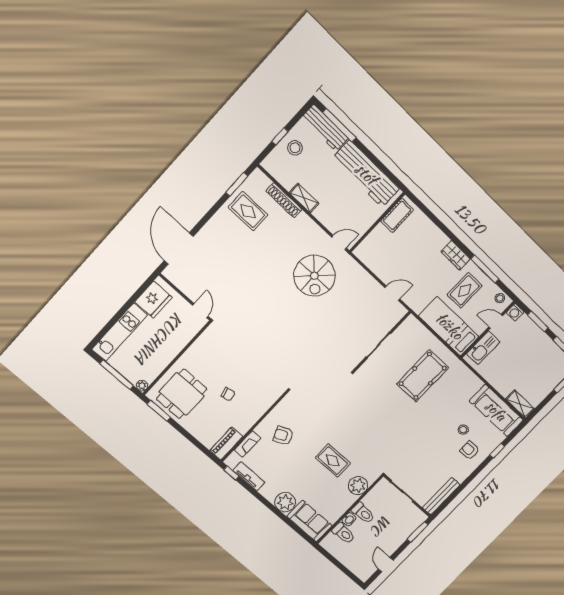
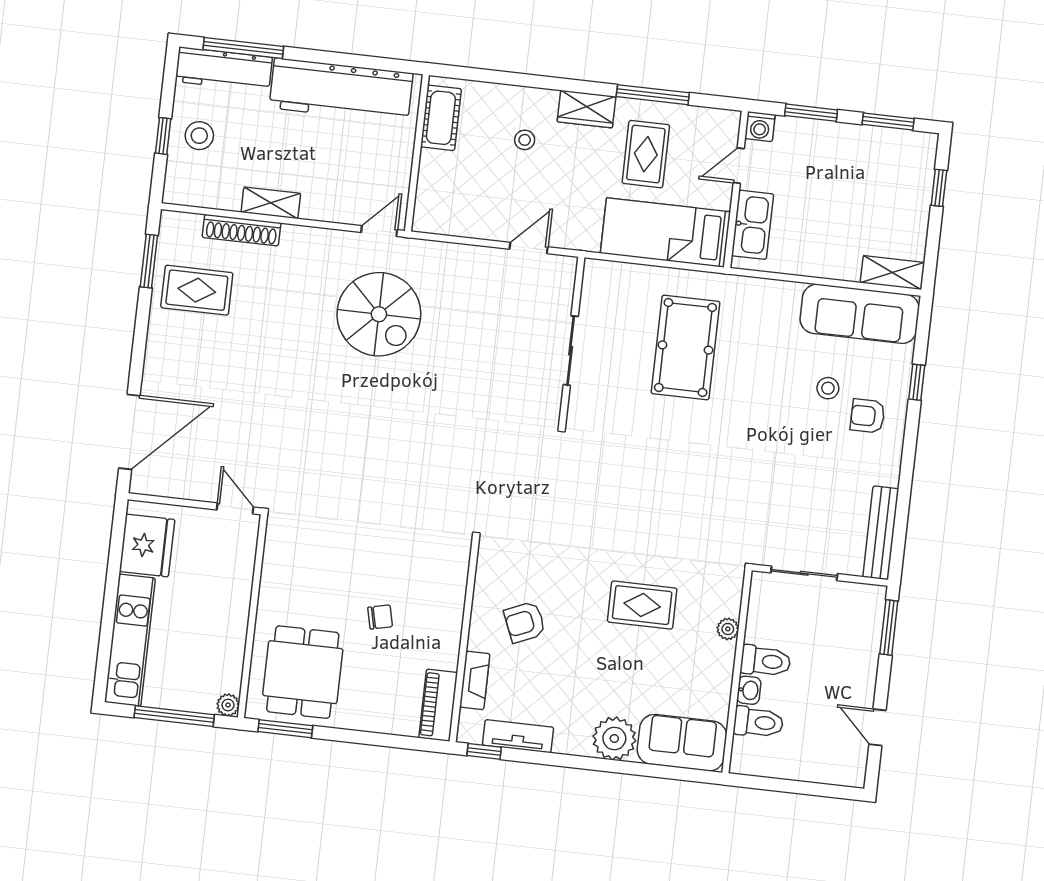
door: (179, 249) -> (129, 432), swing flipped
stool: (500, 298) -> (525, 140), moved
plant: (358, 486) -> (728, 629), width x0.53, depth x0.53

